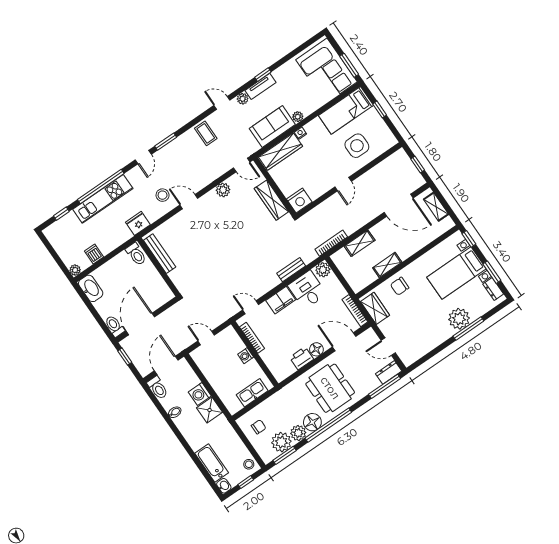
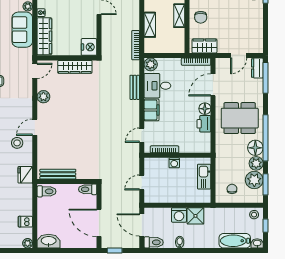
toilet: (115, 326) -> (88, 189), moved

